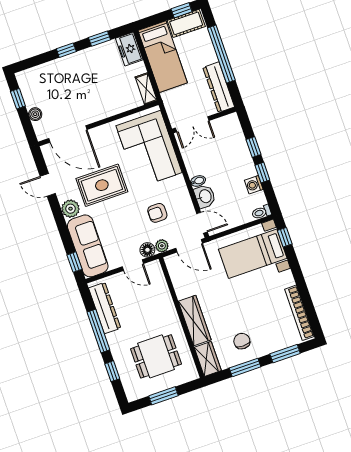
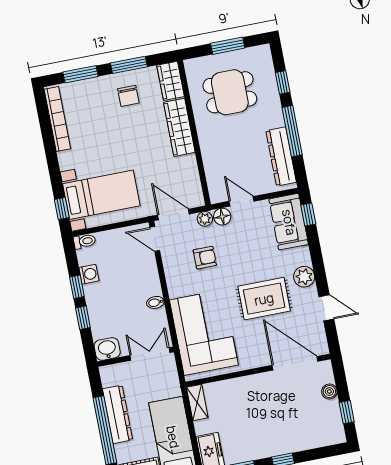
dresser: (219, 87) -> (118, 414), moved
bidet: (198, 181) -> (155, 302), moved
washbasin: (205, 196) -> (107, 349), moved, turned 90
sofa: (88, 246) -> (289, 222), width x0.73

